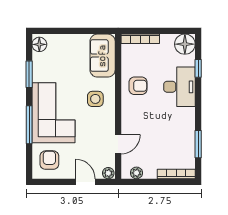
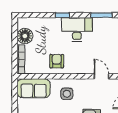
floor lamp: (185, 44) -> (25, 36), moved
window: (198, 68) -> (62, 15), moved
desk: (179, 87) -> (77, 29), moved

